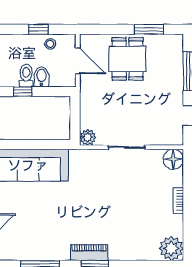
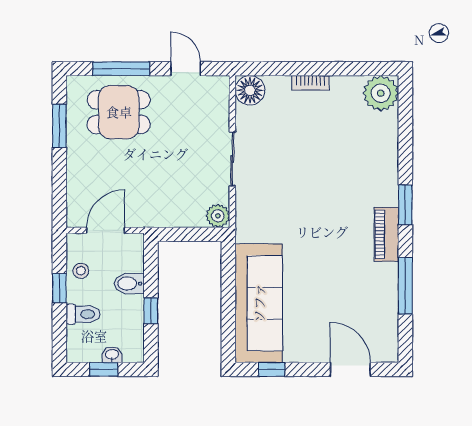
dining table: (128, 59) -> (119, 112), moved
toilet: (26, 76) -> (83, 314), moved, turned 180
piano: (89, 252) -> (386, 234), moved

